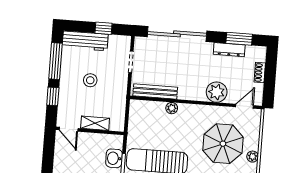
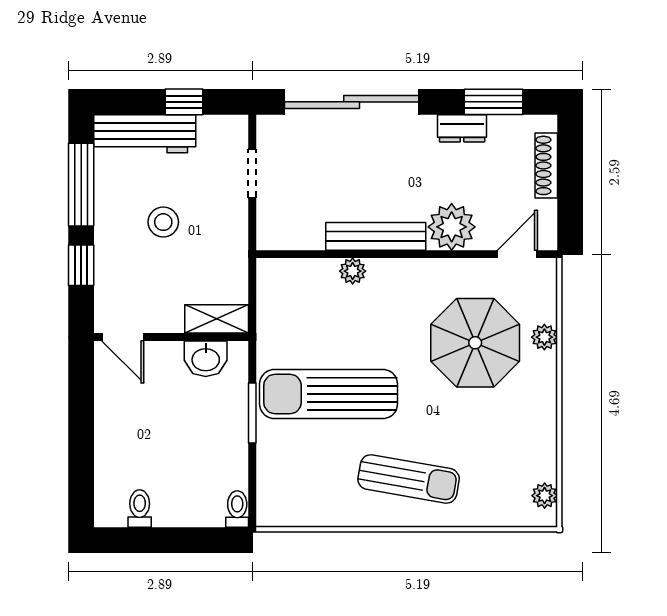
dresser: (229, 50) -> (462, 128), width x0.70
shoe rack: (260, 73) -> (546, 165), width x1.43
bench: (155, 92) -> (376, 236), moved
shelving: (95, 123) -> (217, 319), moved
plant: (253, 157) -> (544, 337), moved
washbasin: (114, 158) -> (206, 359), moved, turned -90

